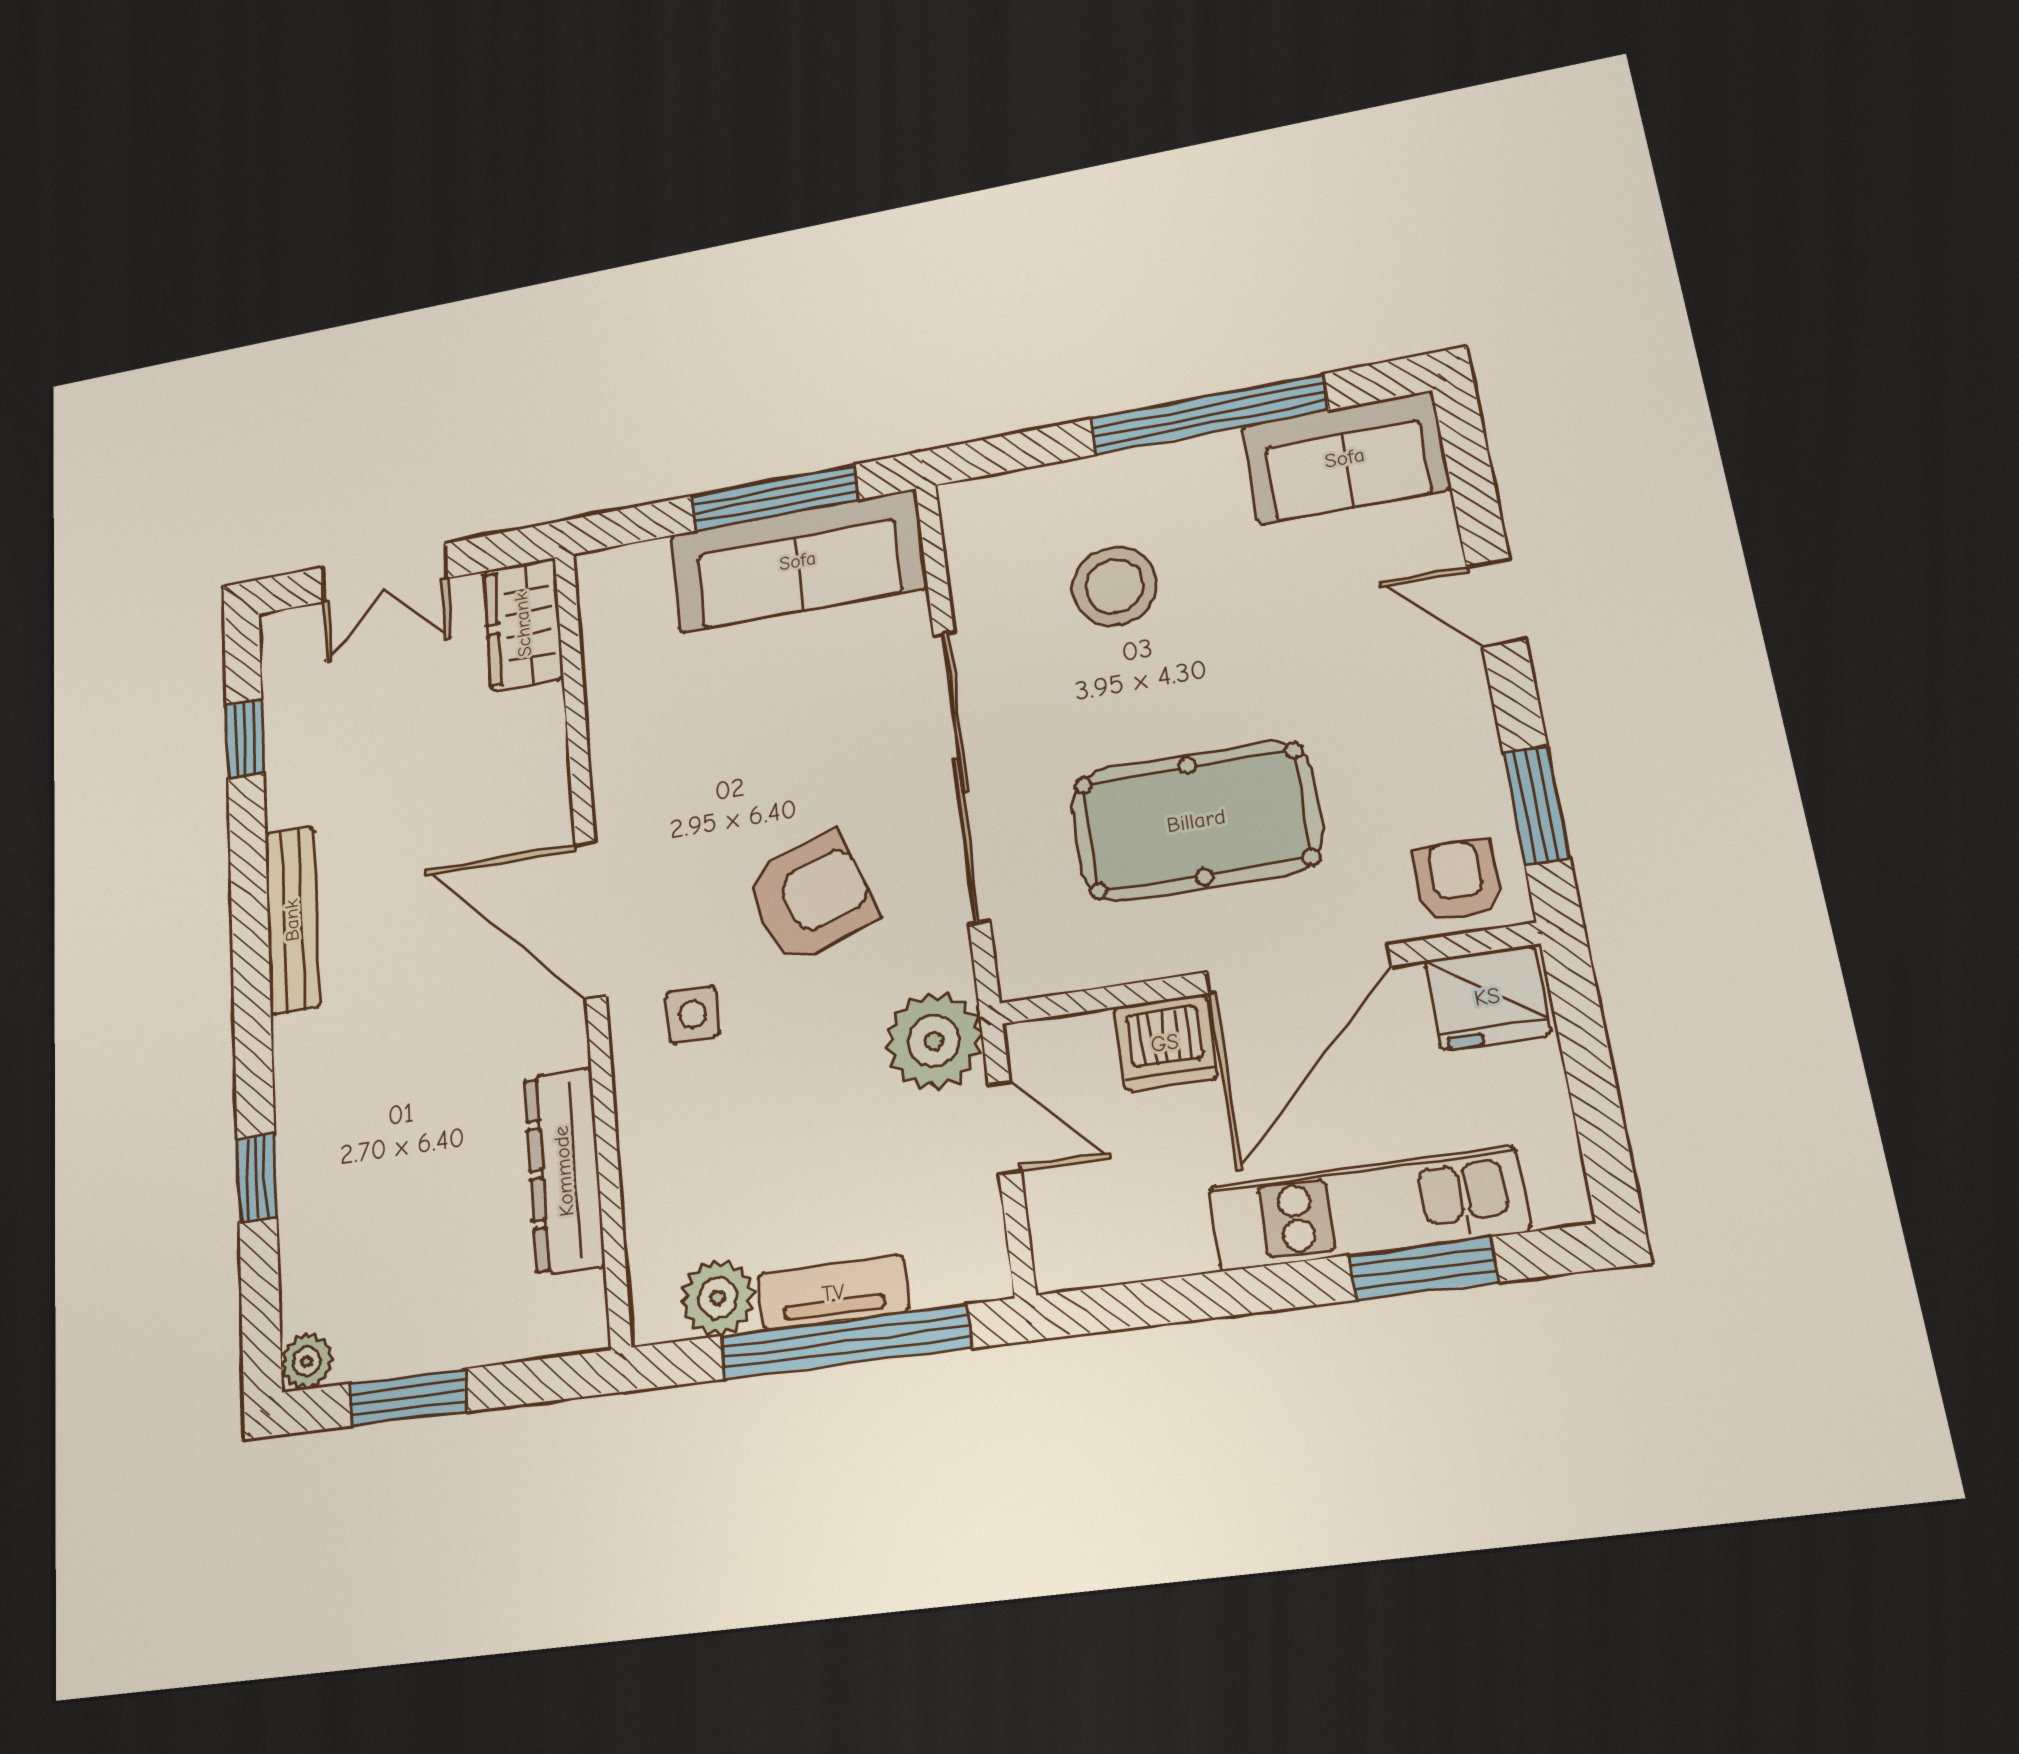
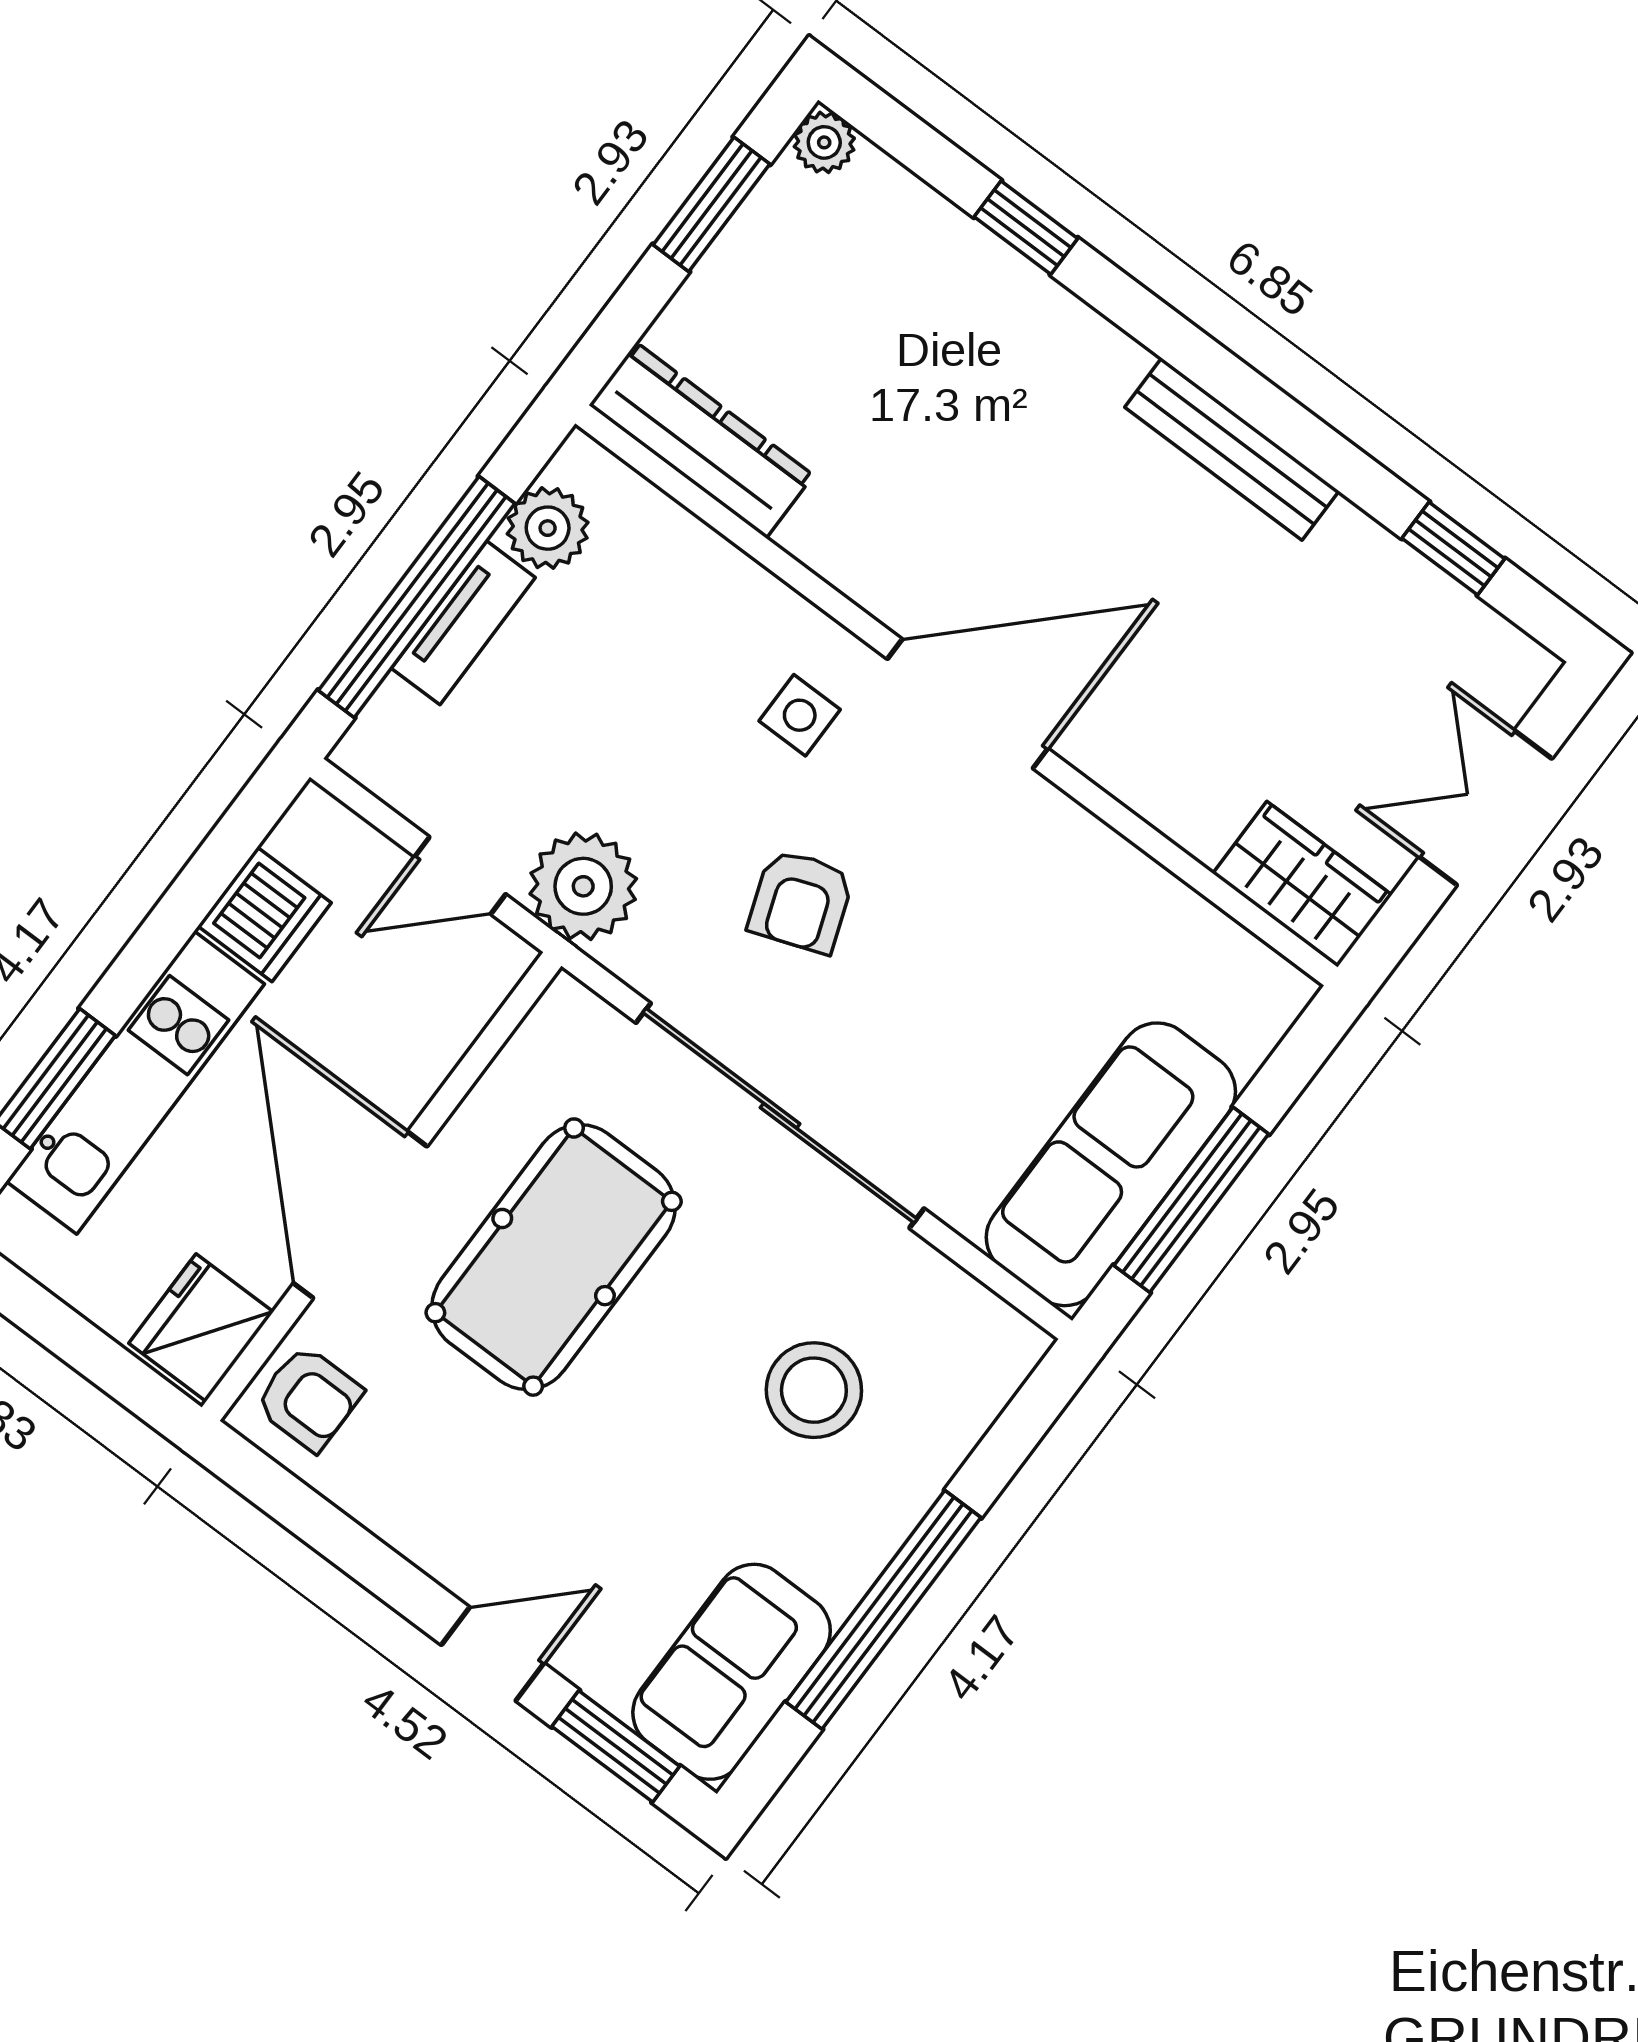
window: (1536, 805) -> (616, 1746), moved
armchair: (811, 897) -> (801, 901), width x0.72, depth x0.72
dishwasher: (1165, 1043) -> (264, 914), moved, turned 180
dresser: (564, 1171) -> (701, 440), moved

